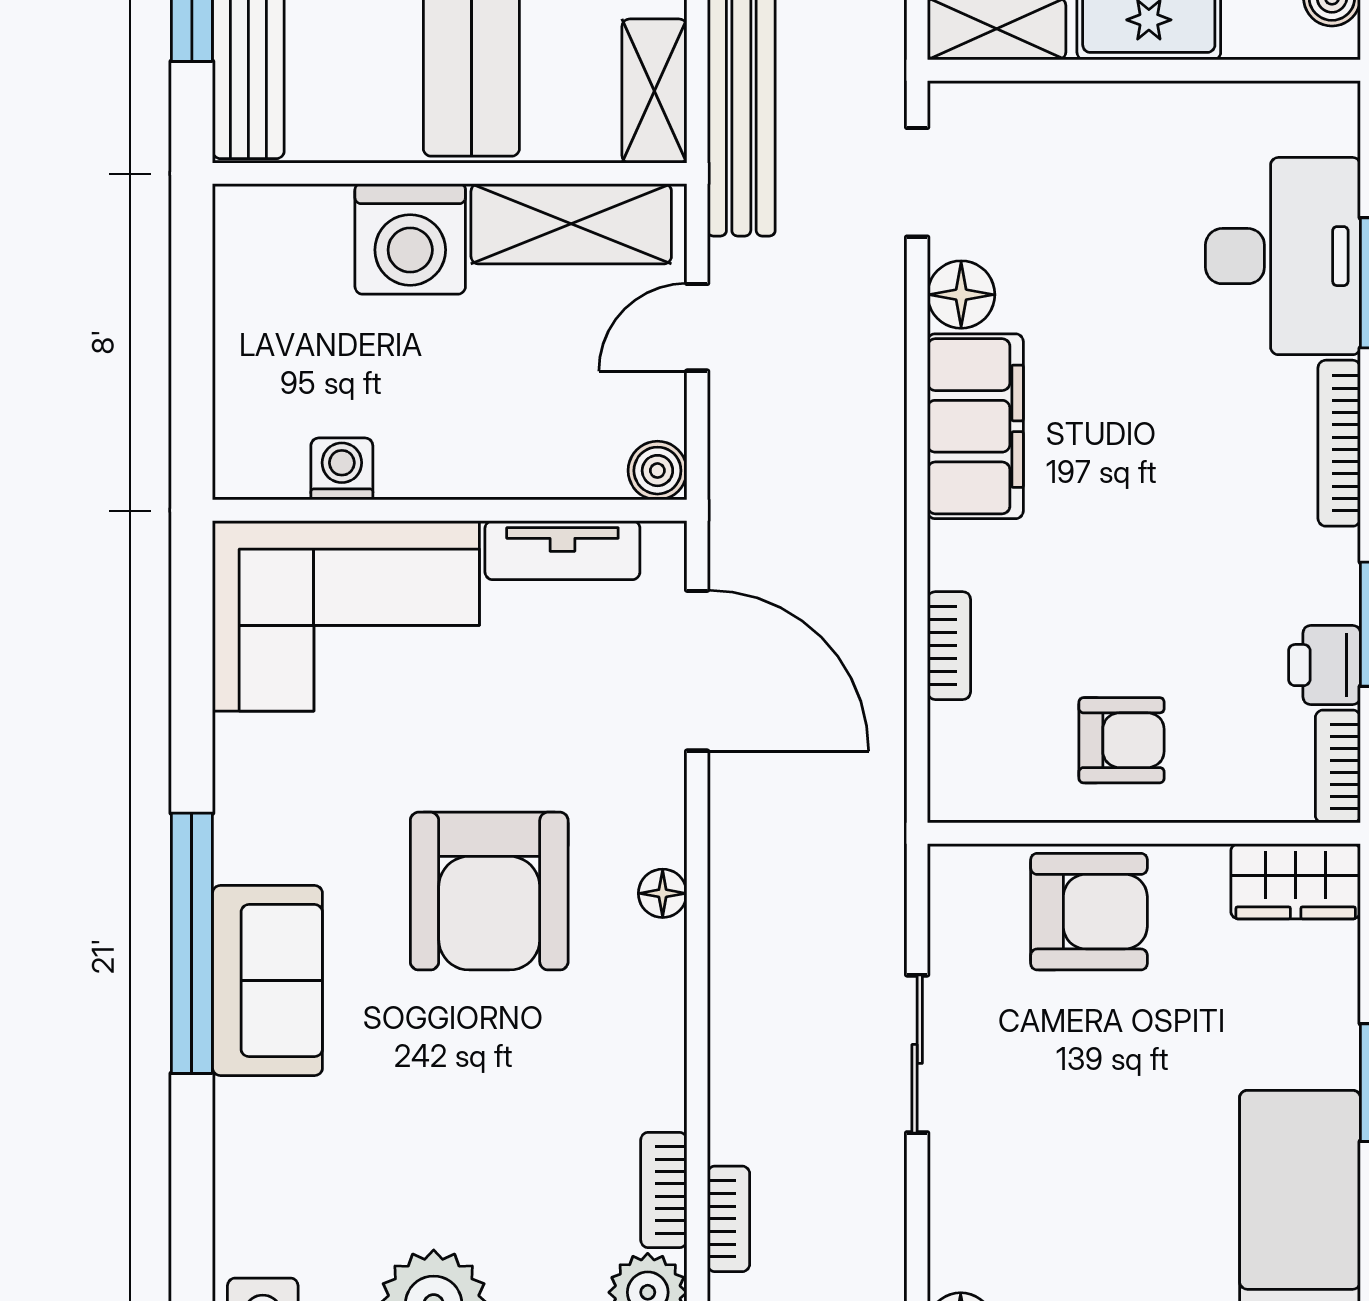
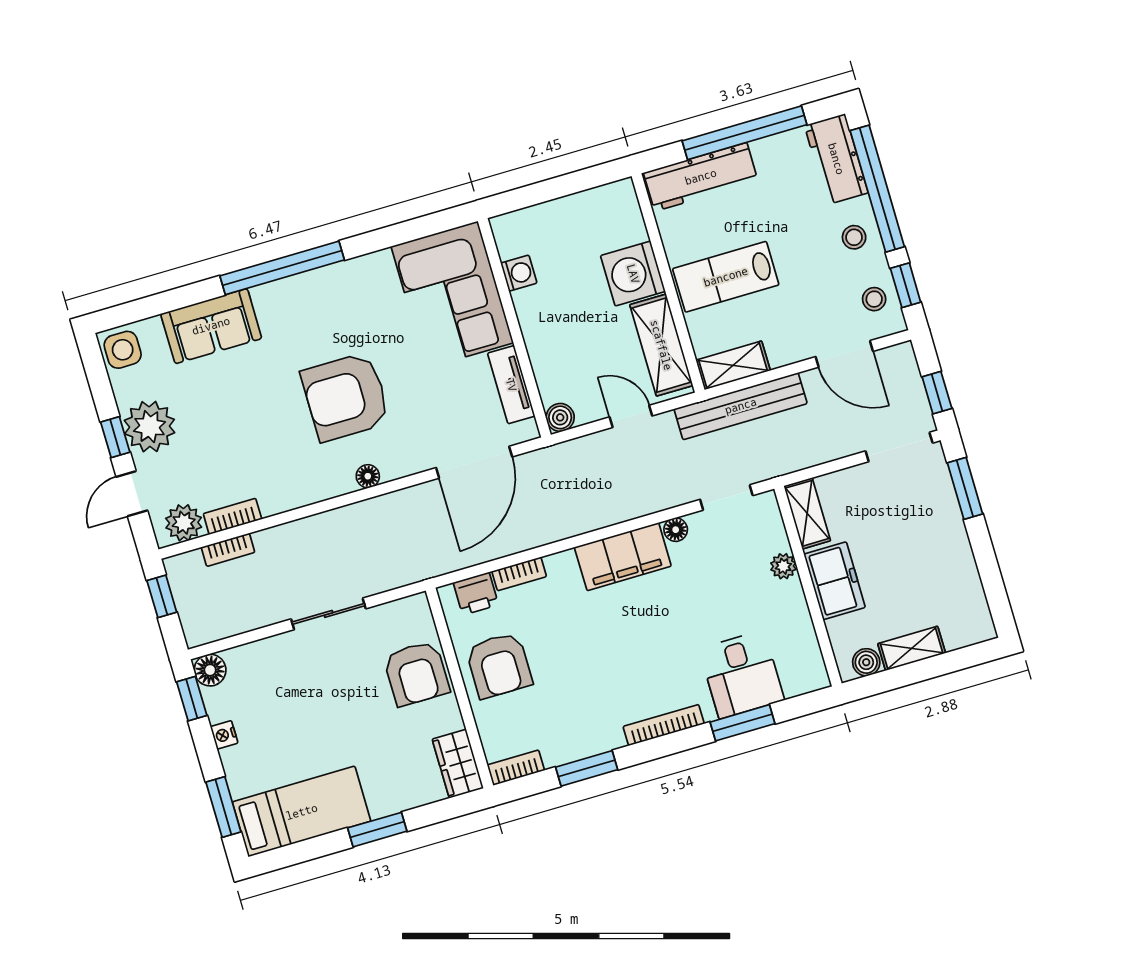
plant: (1089, 108) -> (783, 566), added
desk: (1283, 256) -> (742, 674), width x0.73
floor lamp: (961, 295) -> (676, 530), width x0.73, depth x0.73
printer: (1325, 665) -> (476, 594), moved, turned 180
armchair: (1122, 740) -> (499, 665), width x1.38, depth x1.38
sofa: (267, 981) -> (211, 326), moved

